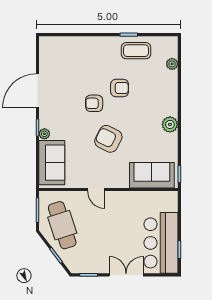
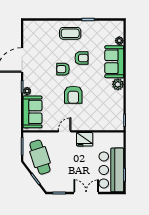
coffee table: (136, 51) -> (70, 33), moved
armchair: (108, 139) -> (73, 95), turned -116
sofa: (152, 175) -> (114, 62), moved, turned -90
door: (96, 190) -> (65, 131), swing flipped
fridge: (124, 200) -> (85, 139), added

